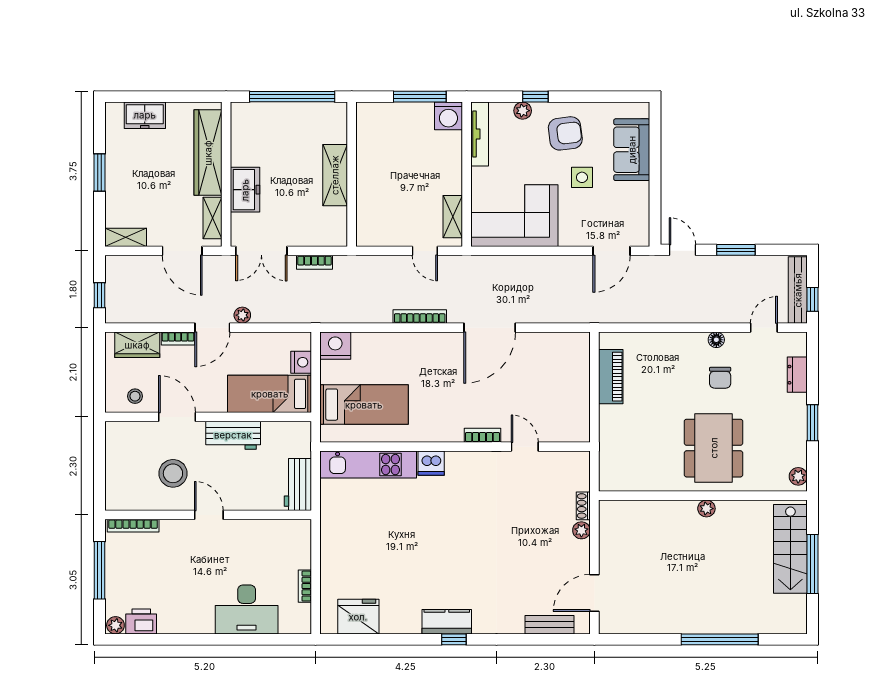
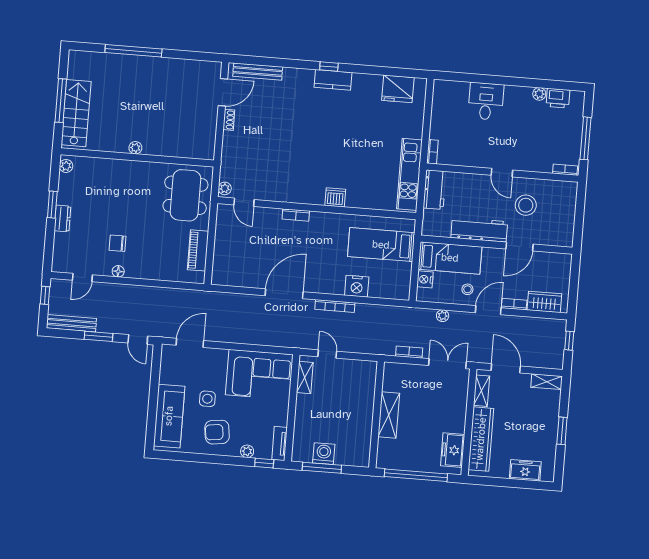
window: (535, 97) -> (264, 463), moved
washing machine: (448, 116) -> (324, 454), moved
tv unit: (480, 134) -> (280, 444), width x0.71
sofa: (632, 150) -> (169, 416), width x1.36
freezer: (245, 190) -> (453, 450), moved
bench: (798, 290) -> (71, 323), moved, turned 90
plant: (242, 315) -> (443, 316), moved
nightstand: (335, 346) -> (357, 286), moved
dresser: (797, 375) -> (62, 218), moved
chair: (720, 378) -> (118, 243), turned -90
stool: (135, 396) -> (467, 289), moved
door: (177, 417) -> (519, 246), hinge flipped
workbench: (233, 435) -> (479, 230), width x1.38
door: (525, 447) -> (244, 202), moved
dining table: (714, 448) -> (185, 195), moved
kitchen unit: (368, 465) -> (409, 174), moved, turned -90
shoe rack: (583, 506) -> (229, 120), moved
bookcase: (133, 526) -> (565, 170), width x0.64
plant: (581, 530) -> (225, 188), moved
bookcase: (305, 586) -> (432, 152), moved
desk: (247, 609) -> (486, 101), width x0.73
plant: (115, 625) -> (539, 94), moved
bench: (550, 625) -> (258, 72), width x1.36

